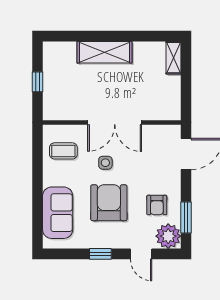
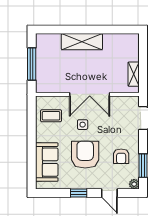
shelving: (173, 58) -> (134, 74), moved
window: (38, 82) -> (32, 64), width x2.17
plant: (168, 236) -> (134, 184), width x0.53, depth x0.53

